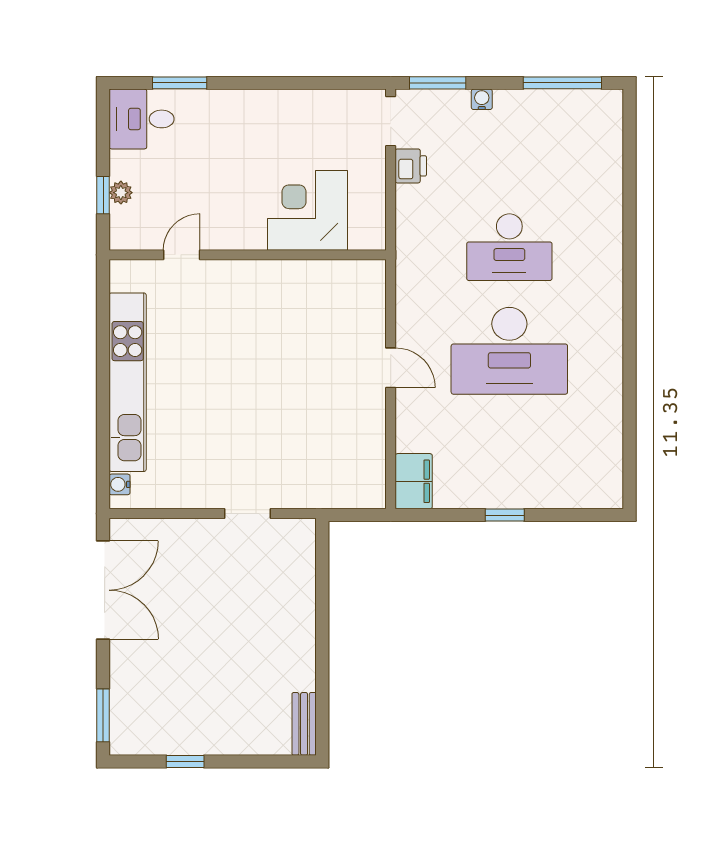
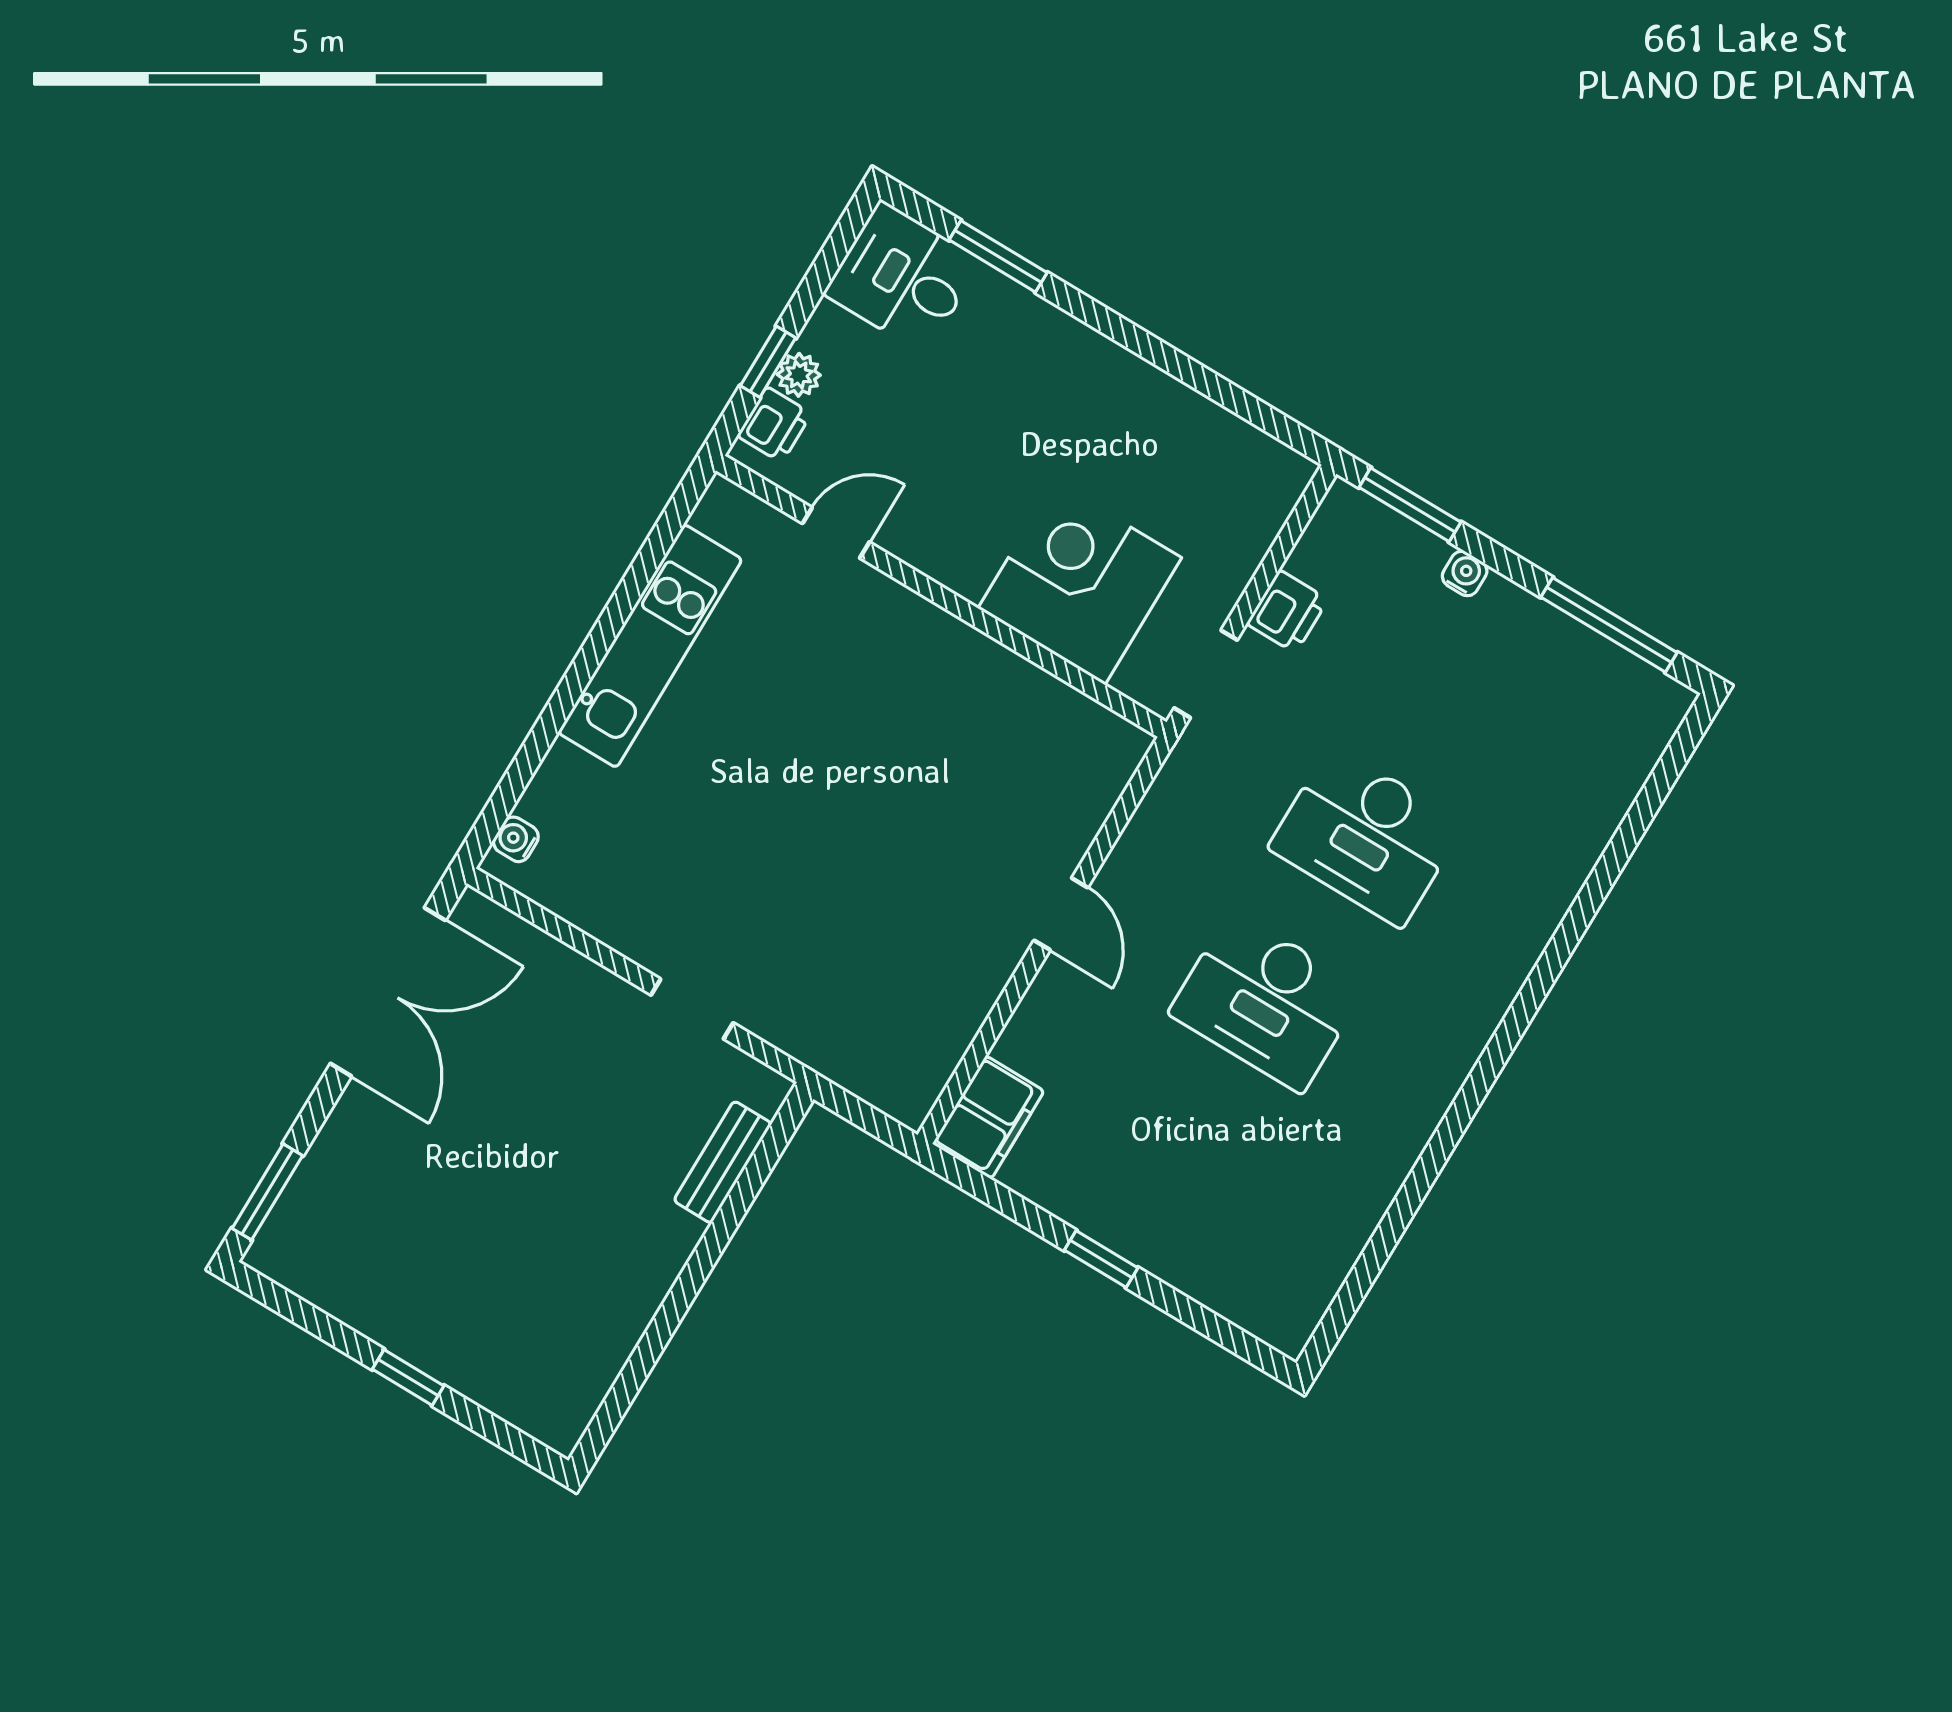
doorway: (391, 121) -> (1206, 674), moved
printer: (123, 222) -> (774, 425), added
desk: (509, 351) -> (1267, 1001), width x0.73, depth x0.77
kitchen unit: (128, 382) -> (650, 646), width x0.73
bench: (304, 724) -> (723, 1162), moved
window: (185, 762) -> (408, 1377), moved

